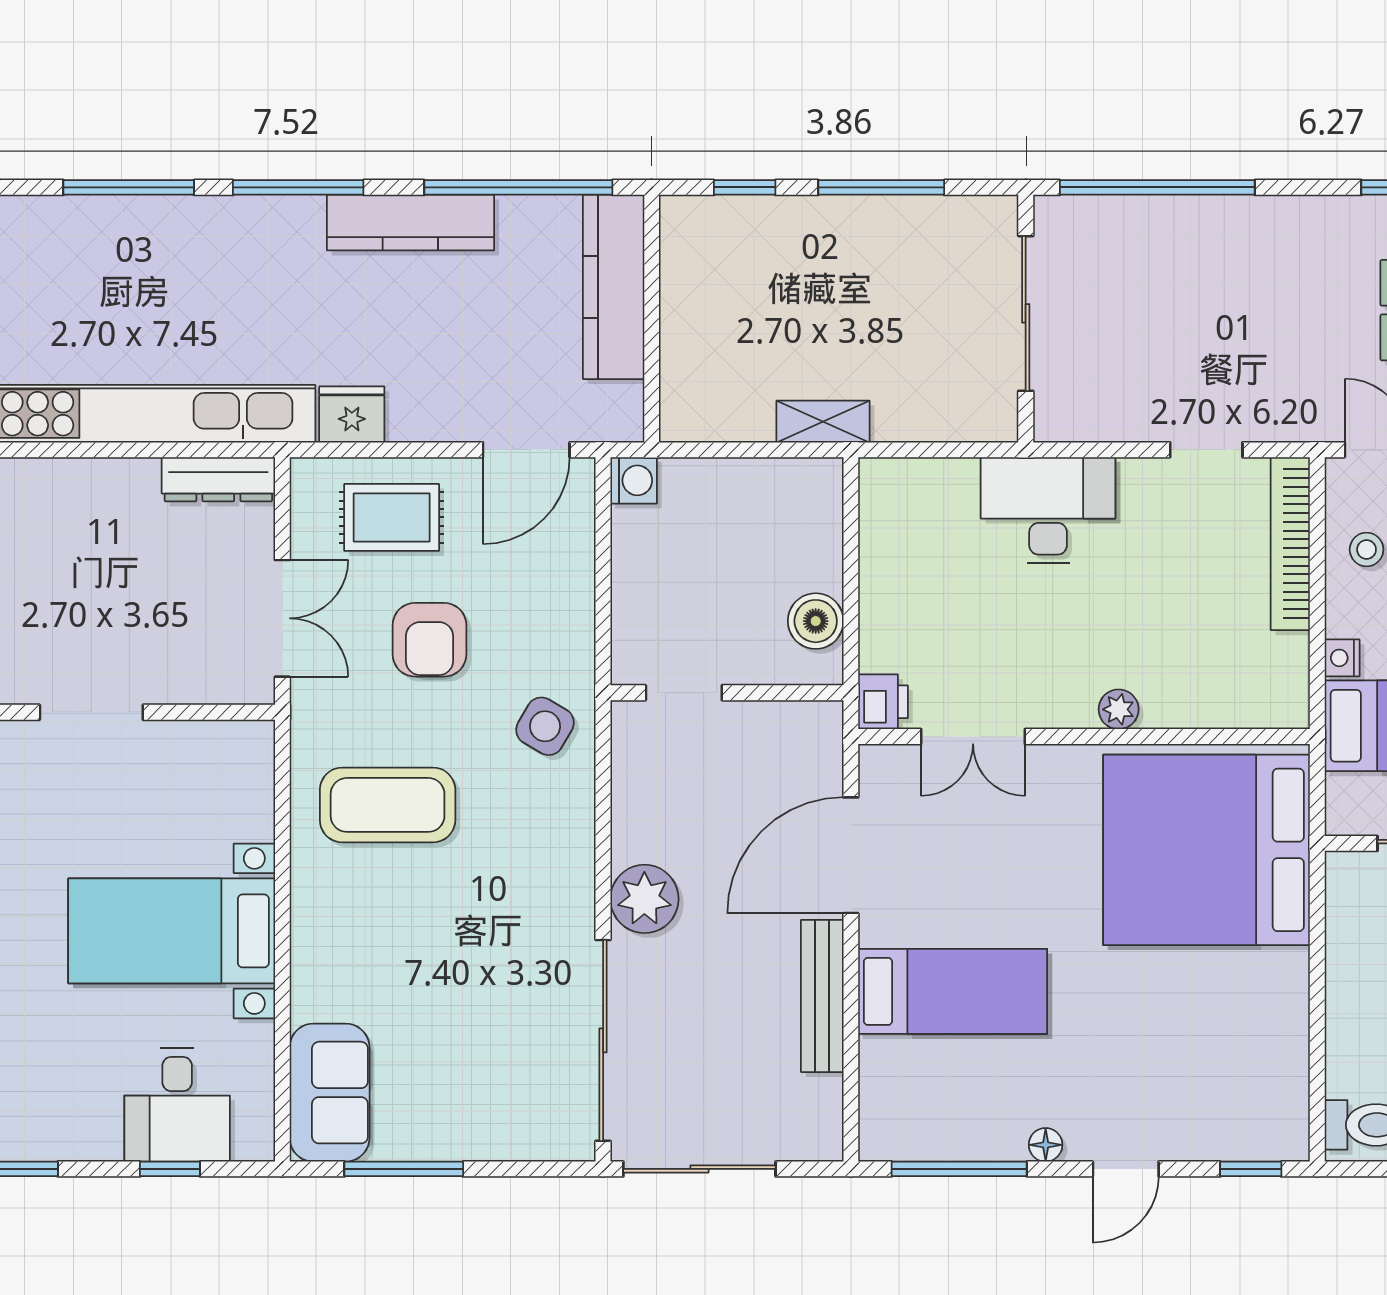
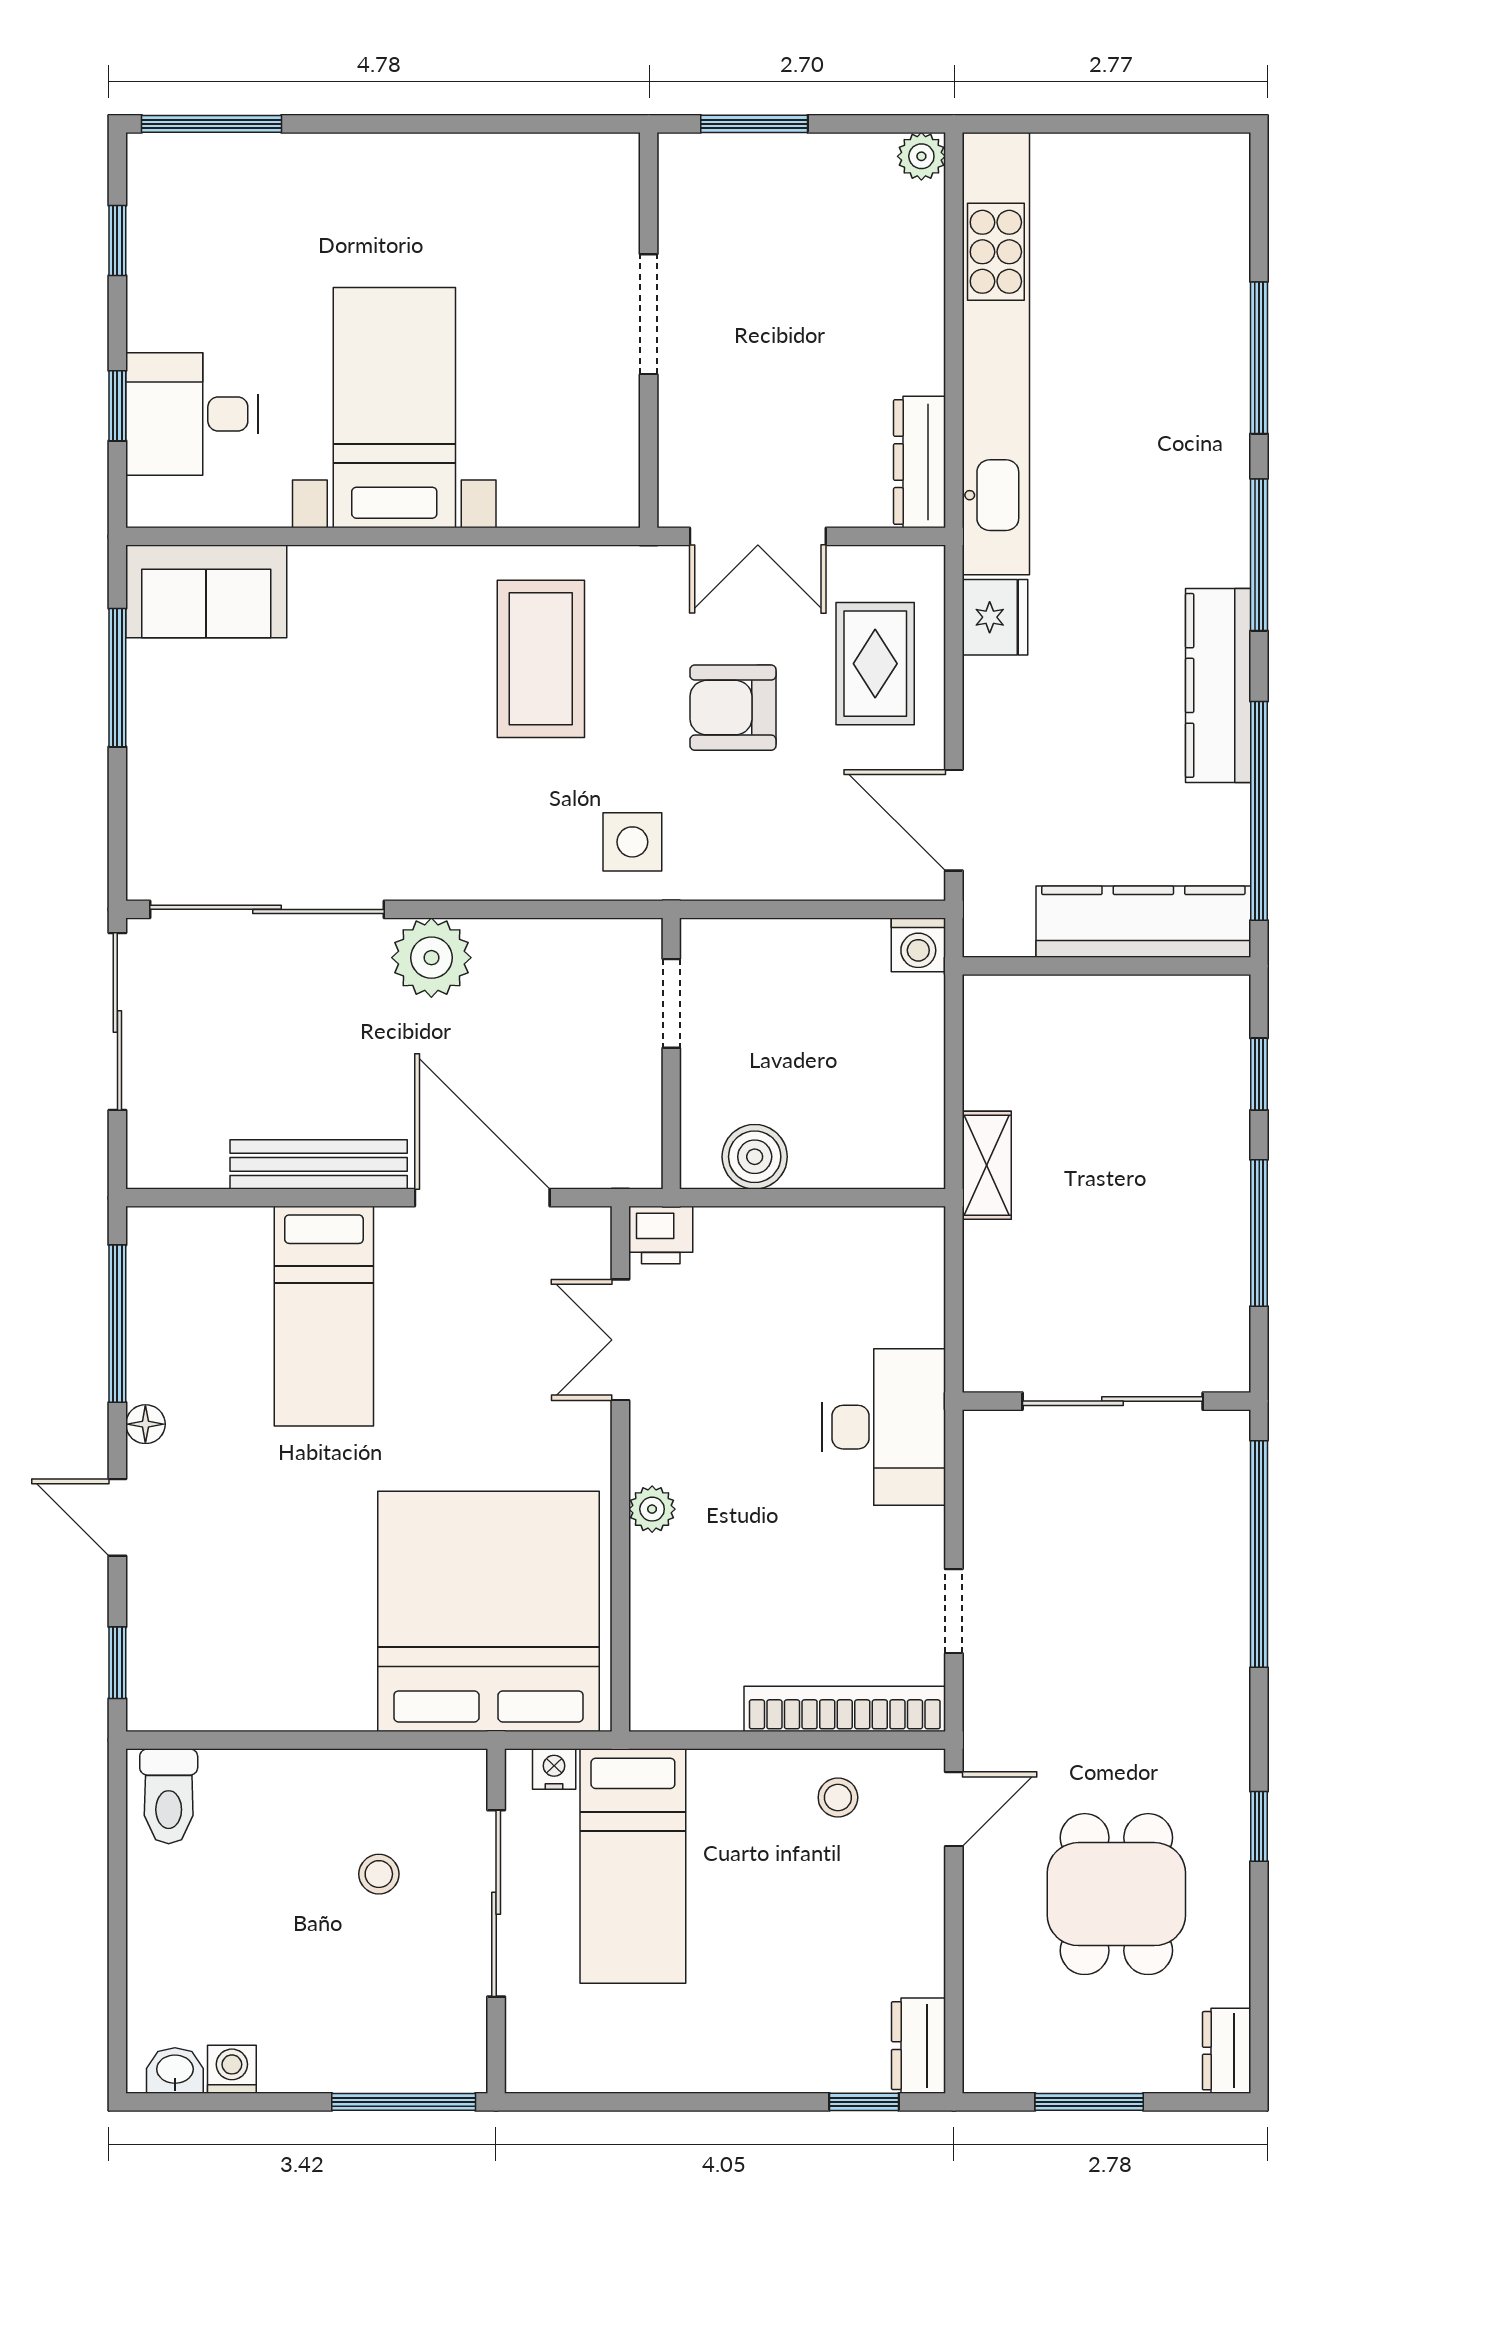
nightstand: (1342, 658) -> (554, 1769), moved
side table: (545, 726) -> (632, 842), turned -30

